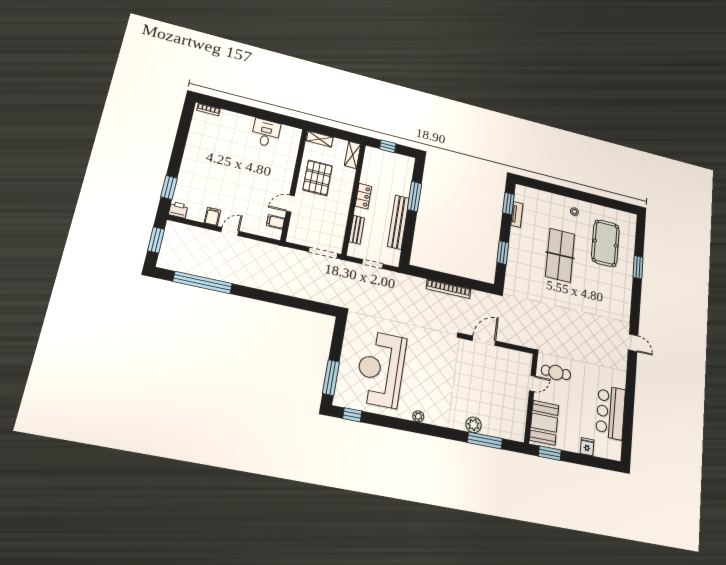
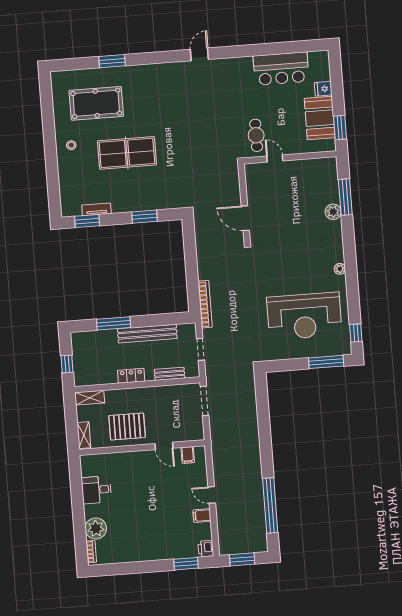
plant: (229, 120) -> (96, 529), added
bookcase: (448, 289) -> (205, 304), moved
booth: (544, 423) -> (320, 118), moved, turned 90

